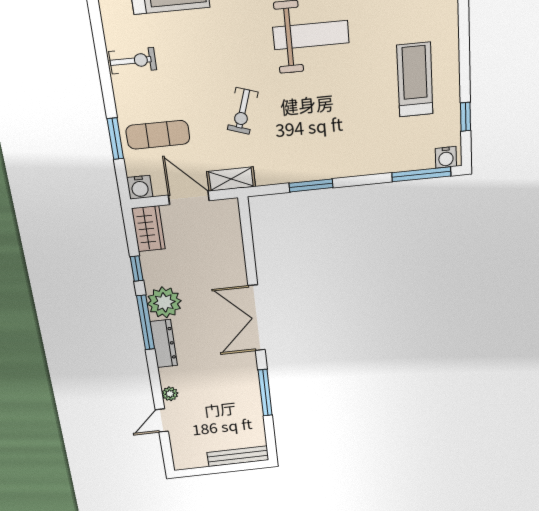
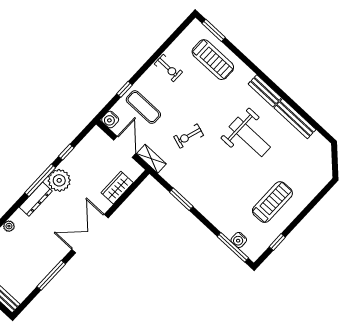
window: (115, 139) -> (125, 89), width x0.67
water cooler: (446, 157) -> (239, 240), moved
wardrobe: (148, 229) -> (117, 188), moved, turned 180

